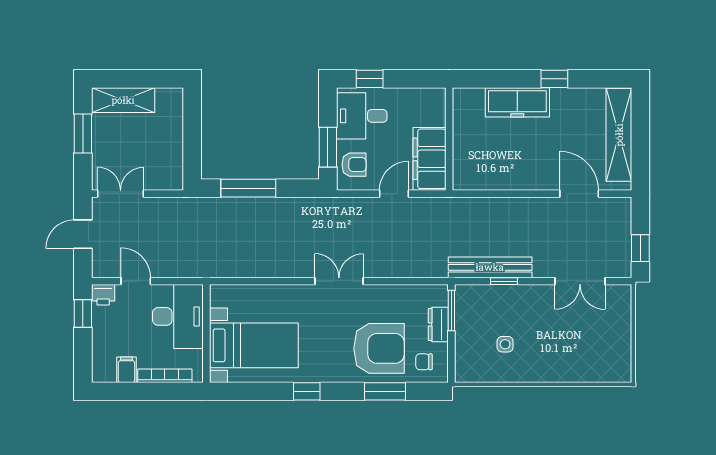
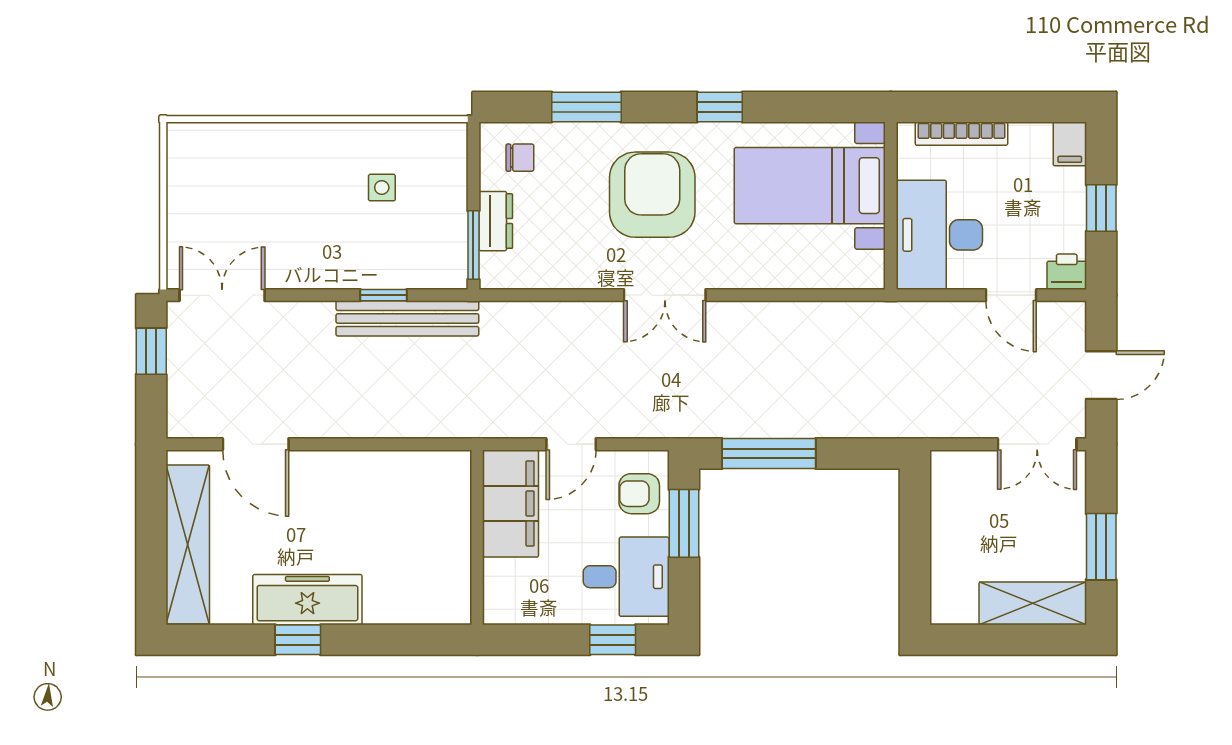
freezer: (517, 102) -> (307, 600), moved
window: (248, 188) -> (769, 453), moved
double door: (580, 281) -> (222, 295), moved
window: (83, 313) -> (1101, 208), moved
armchair: (379, 348) -> (652, 195), moved, turned 90
filing cabinet: (126, 370) -> (1070, 144), moved

